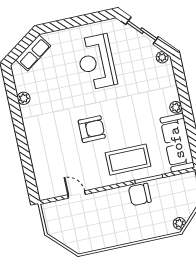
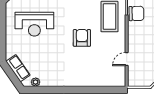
plant: (24, 98) -> (36, 82), moved
chair: (140, 194) -> (136, 13), turned -91

